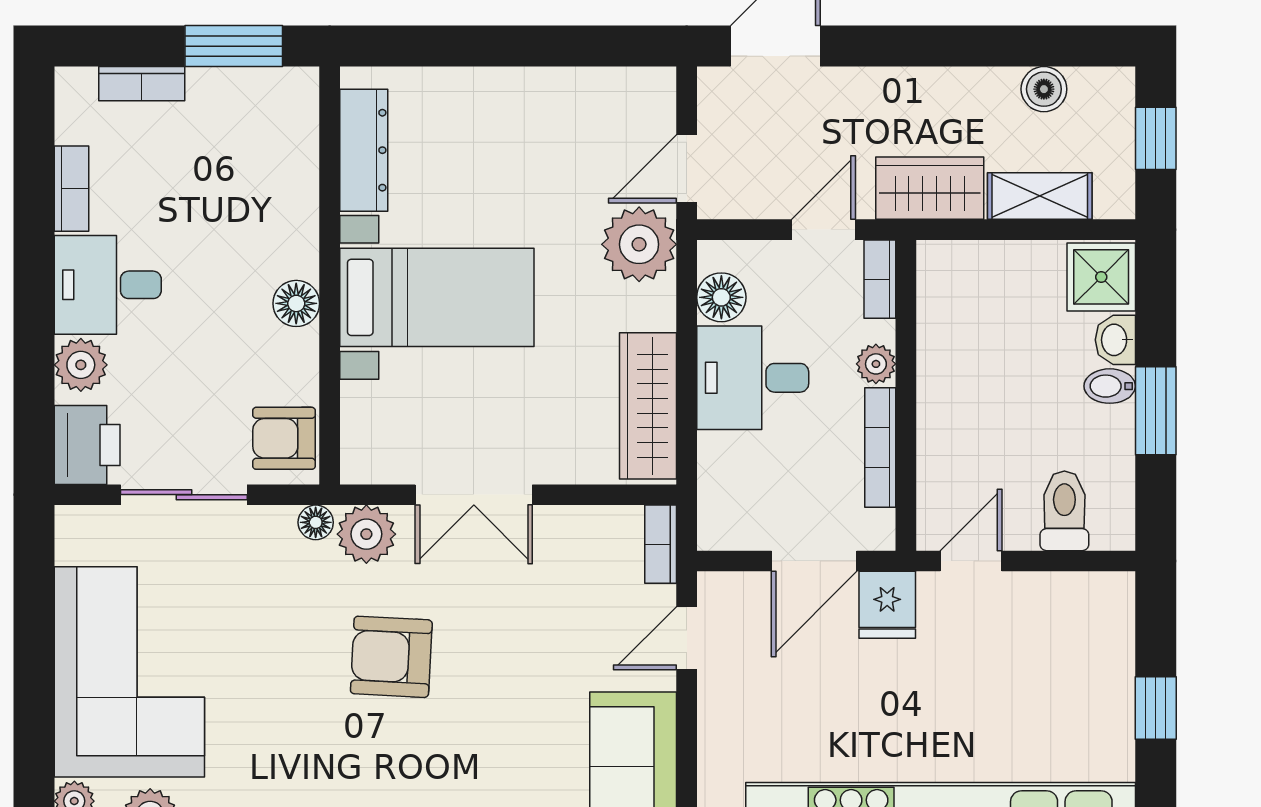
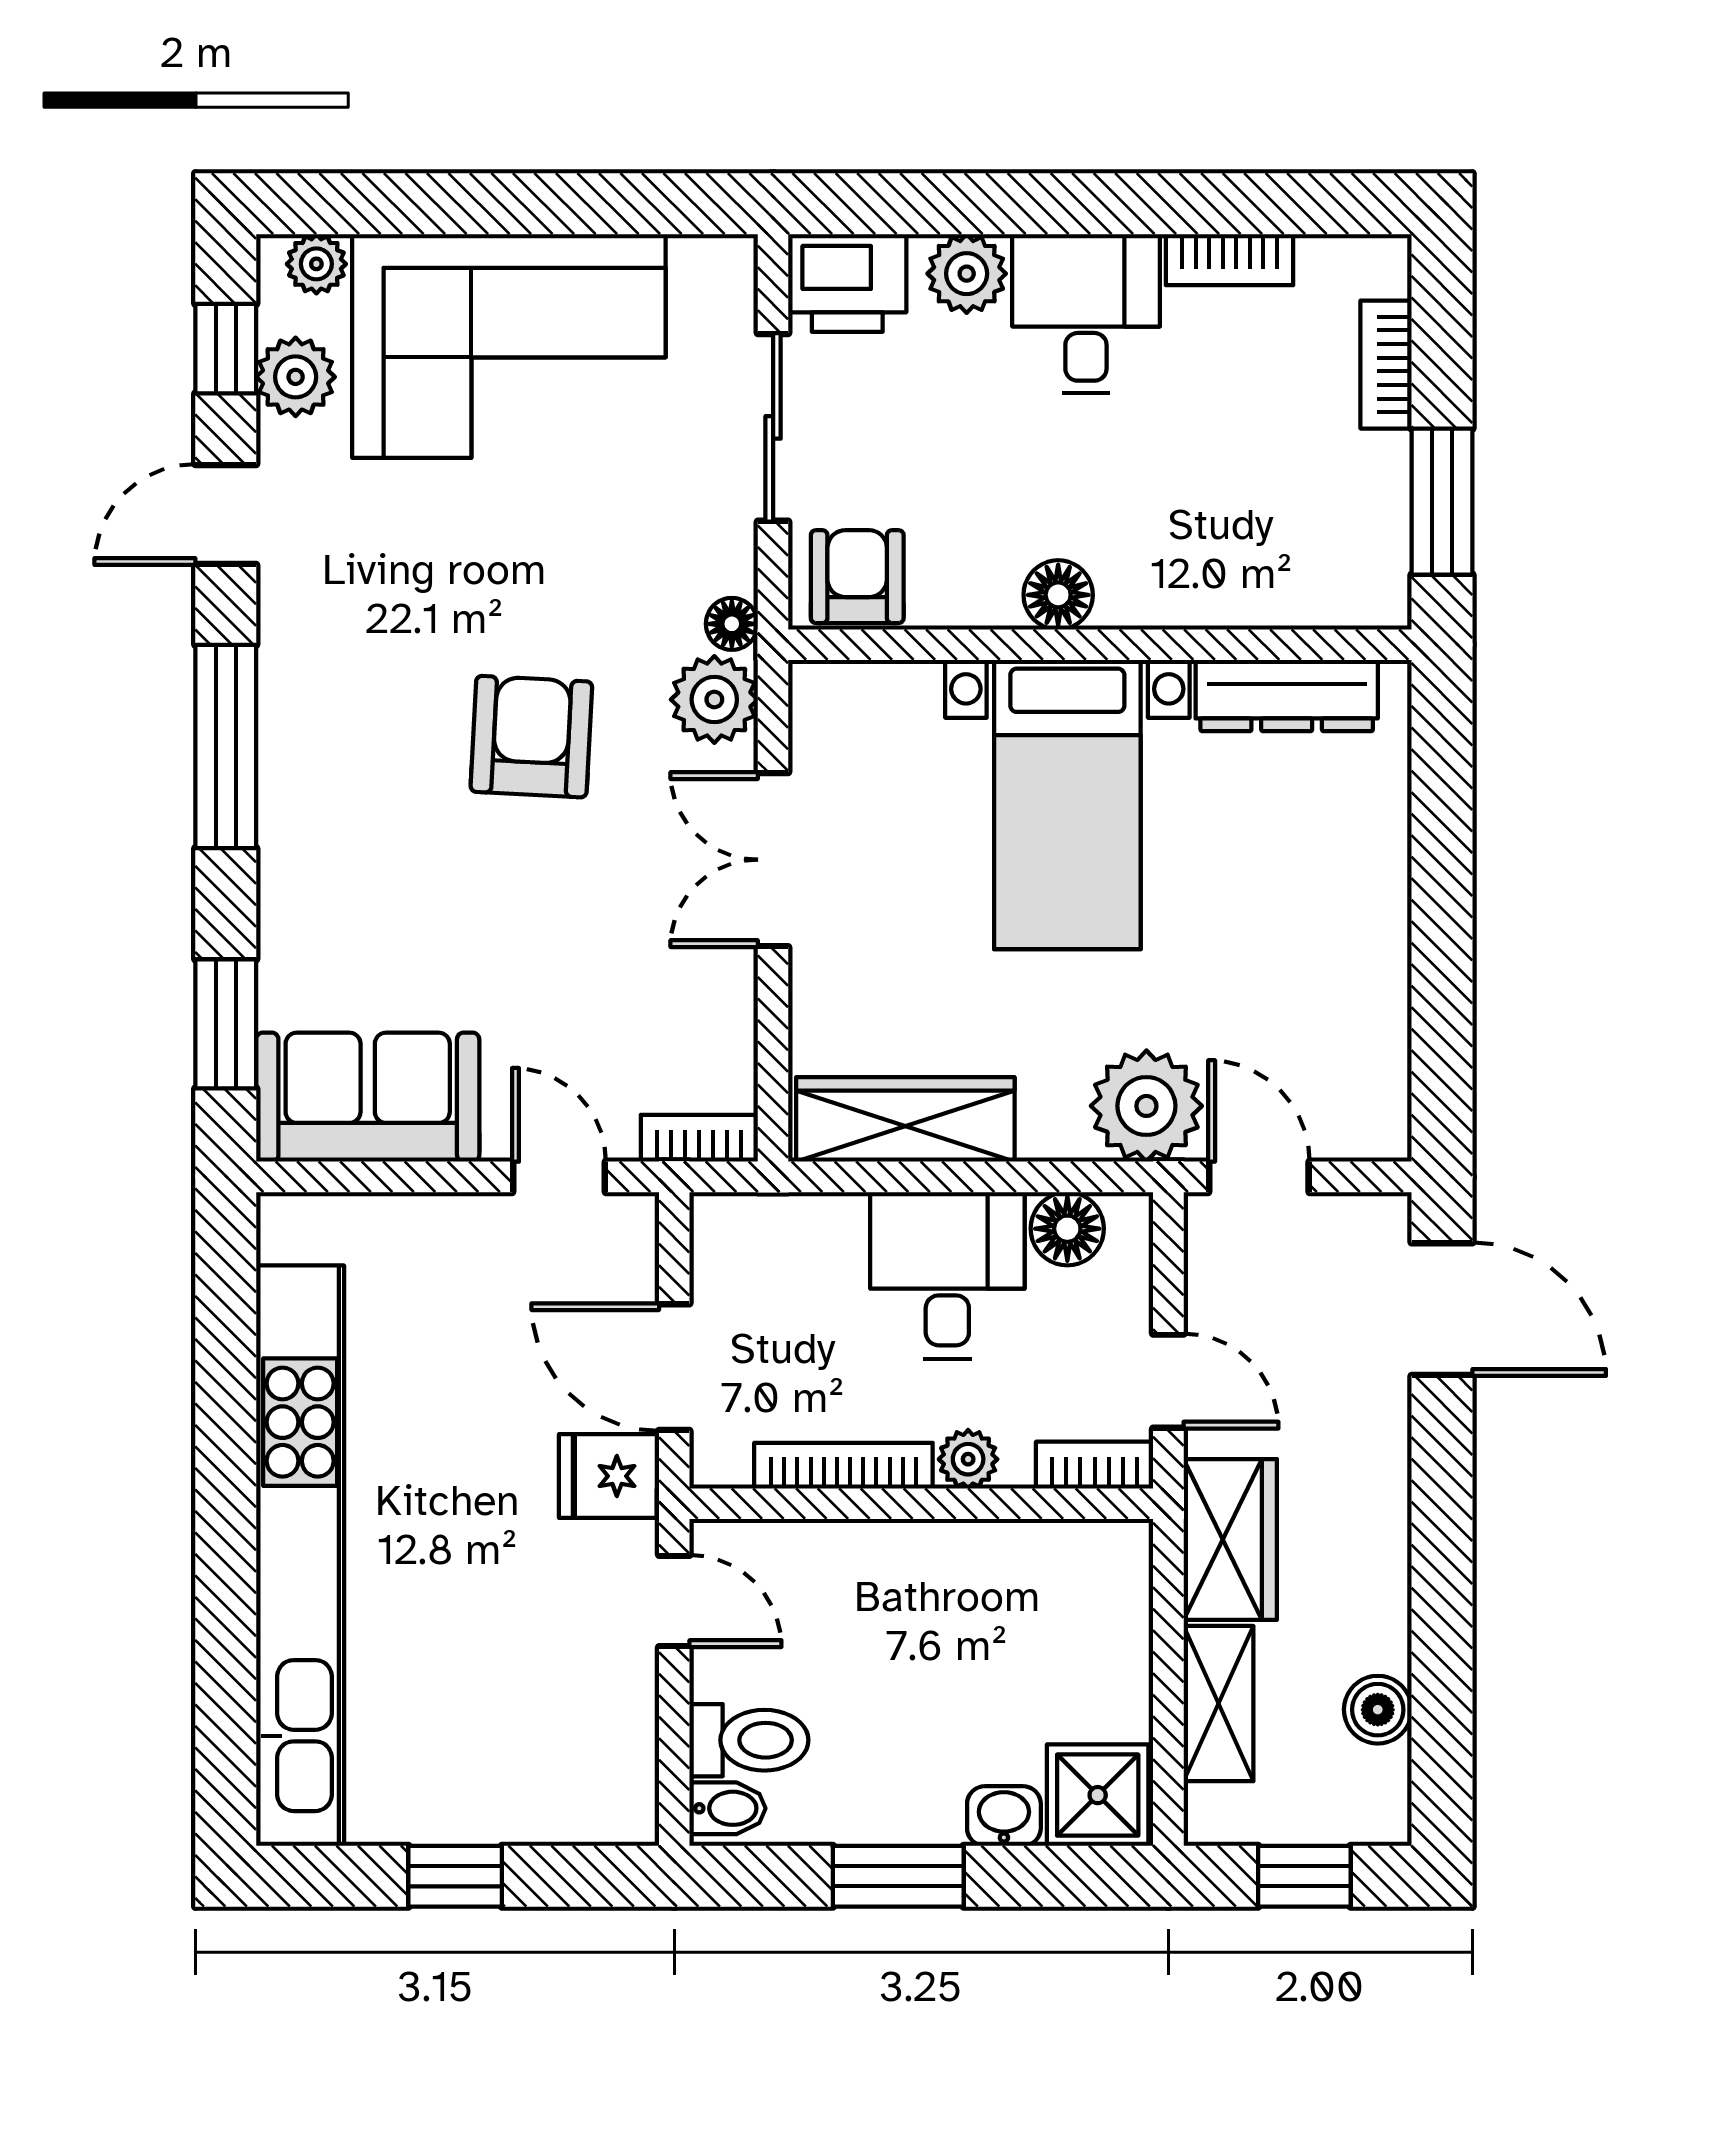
bidet: (1110, 386) -> (728, 1808), moved, turned 90

